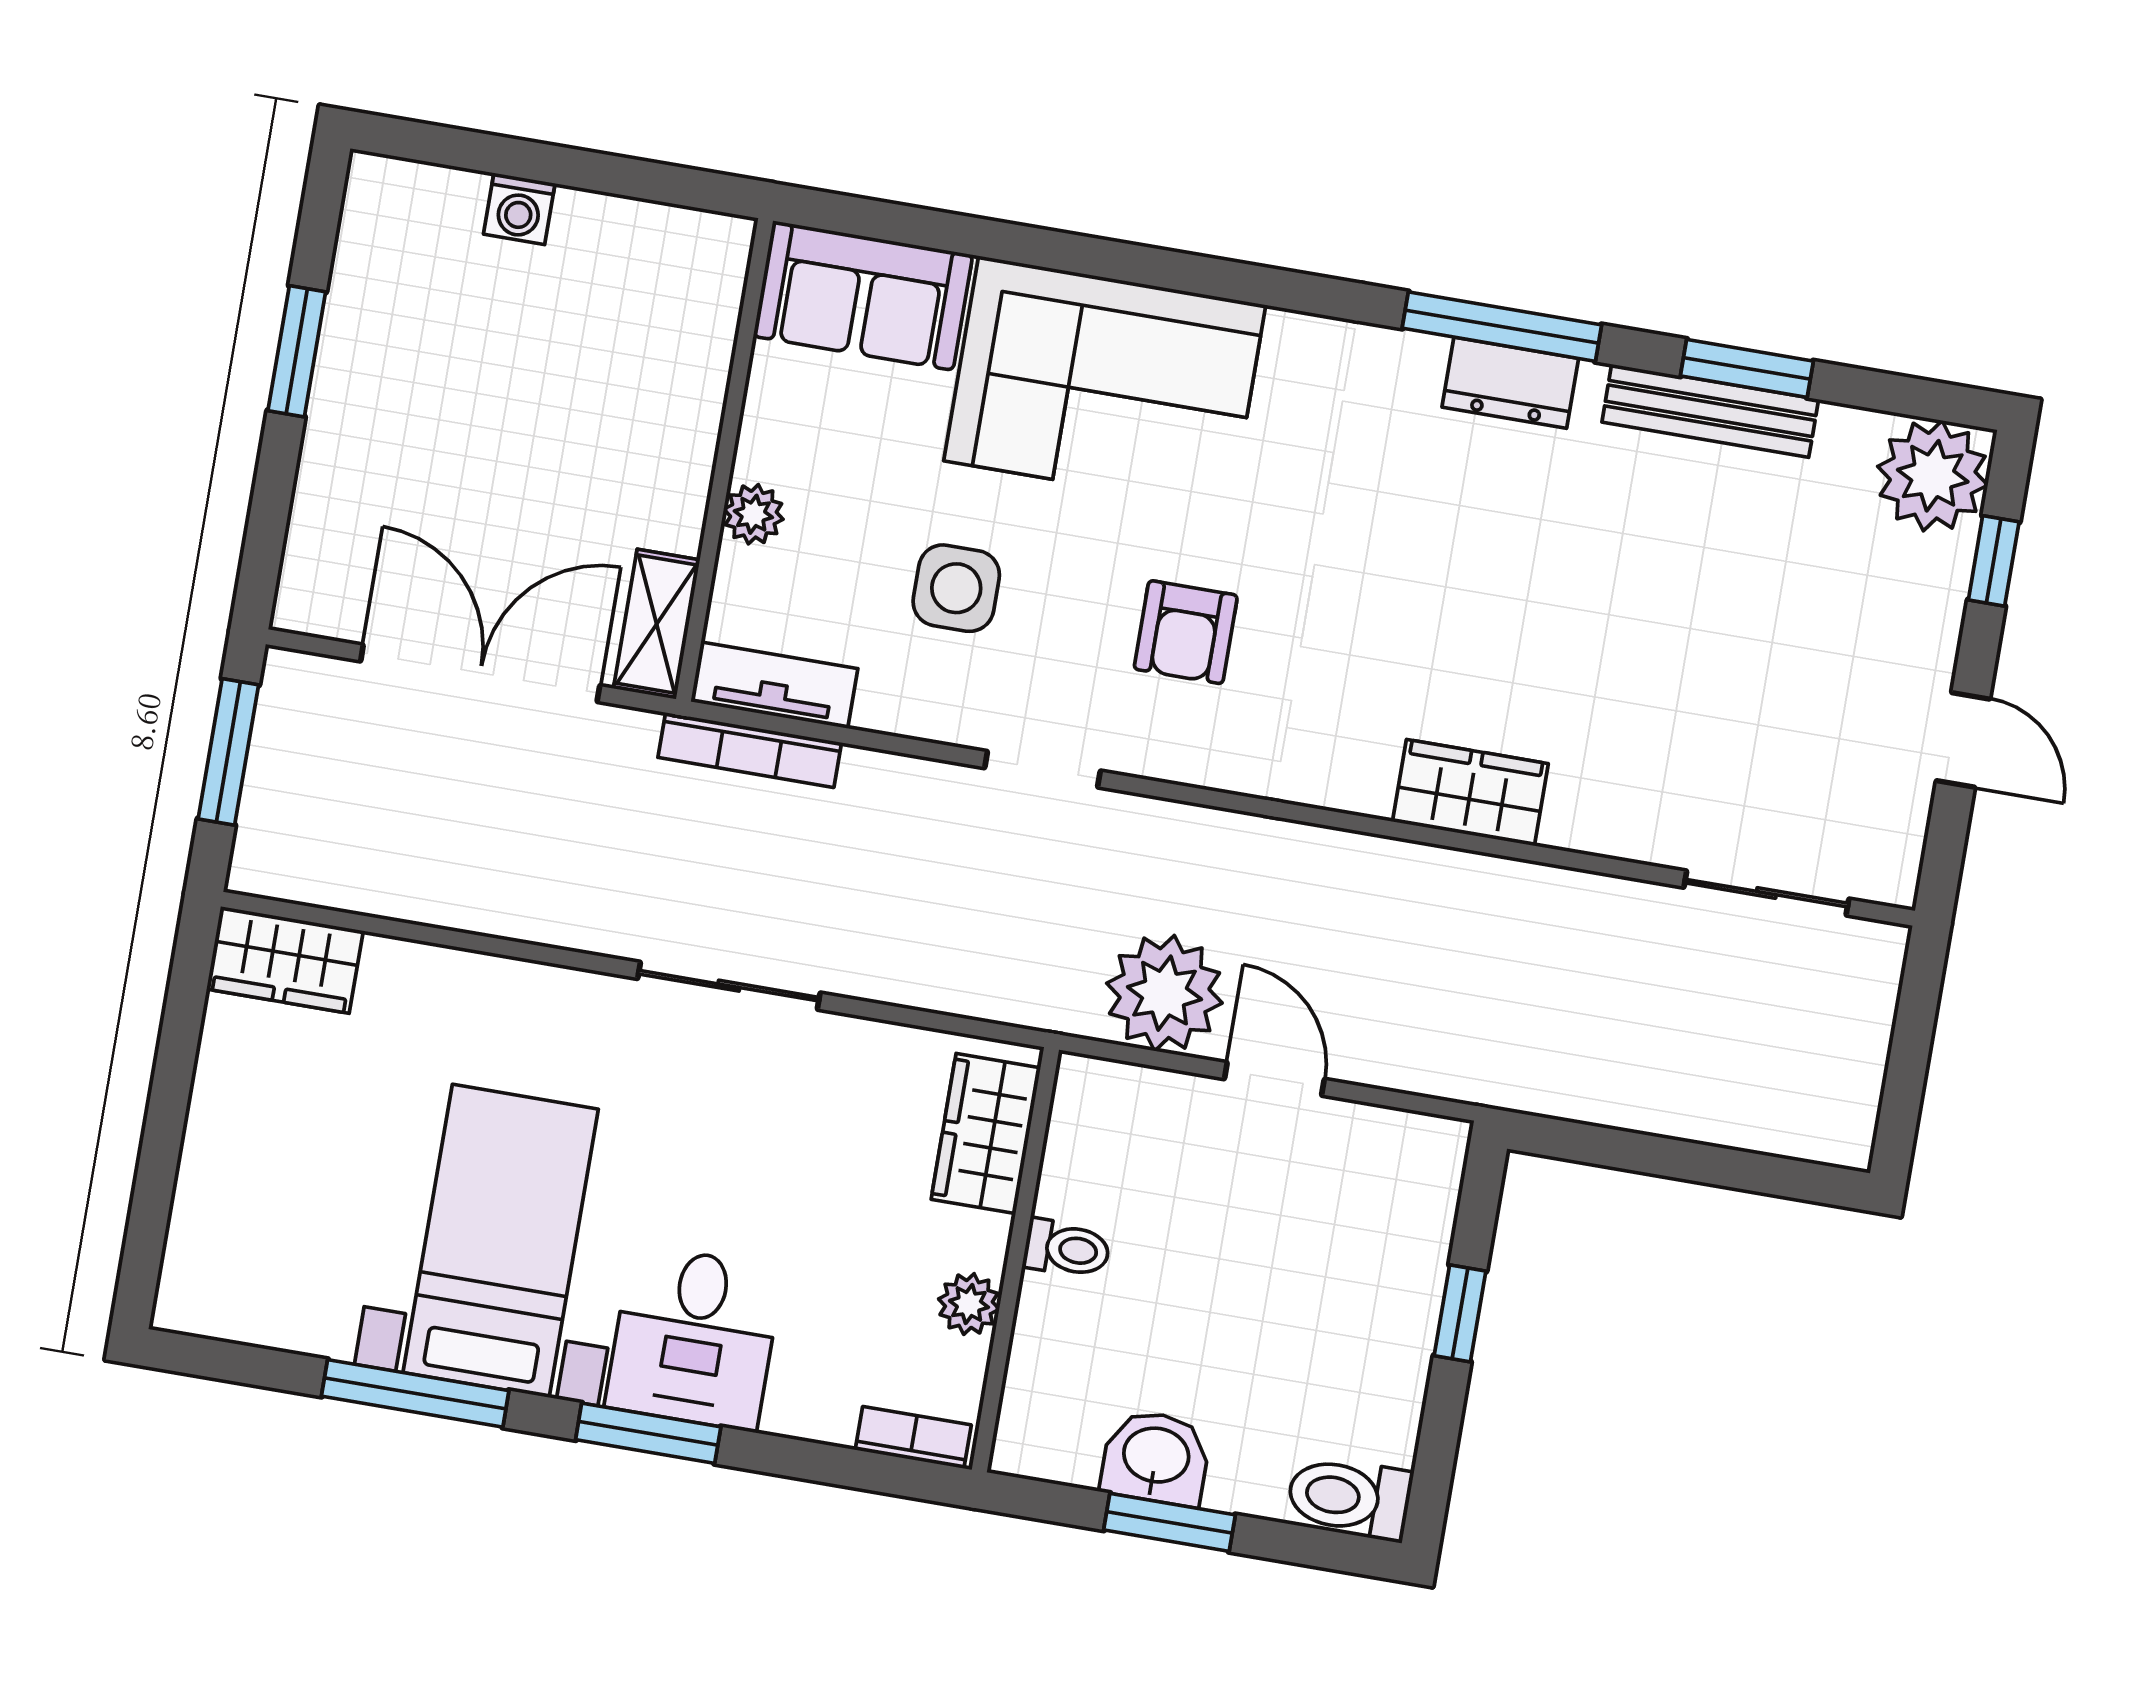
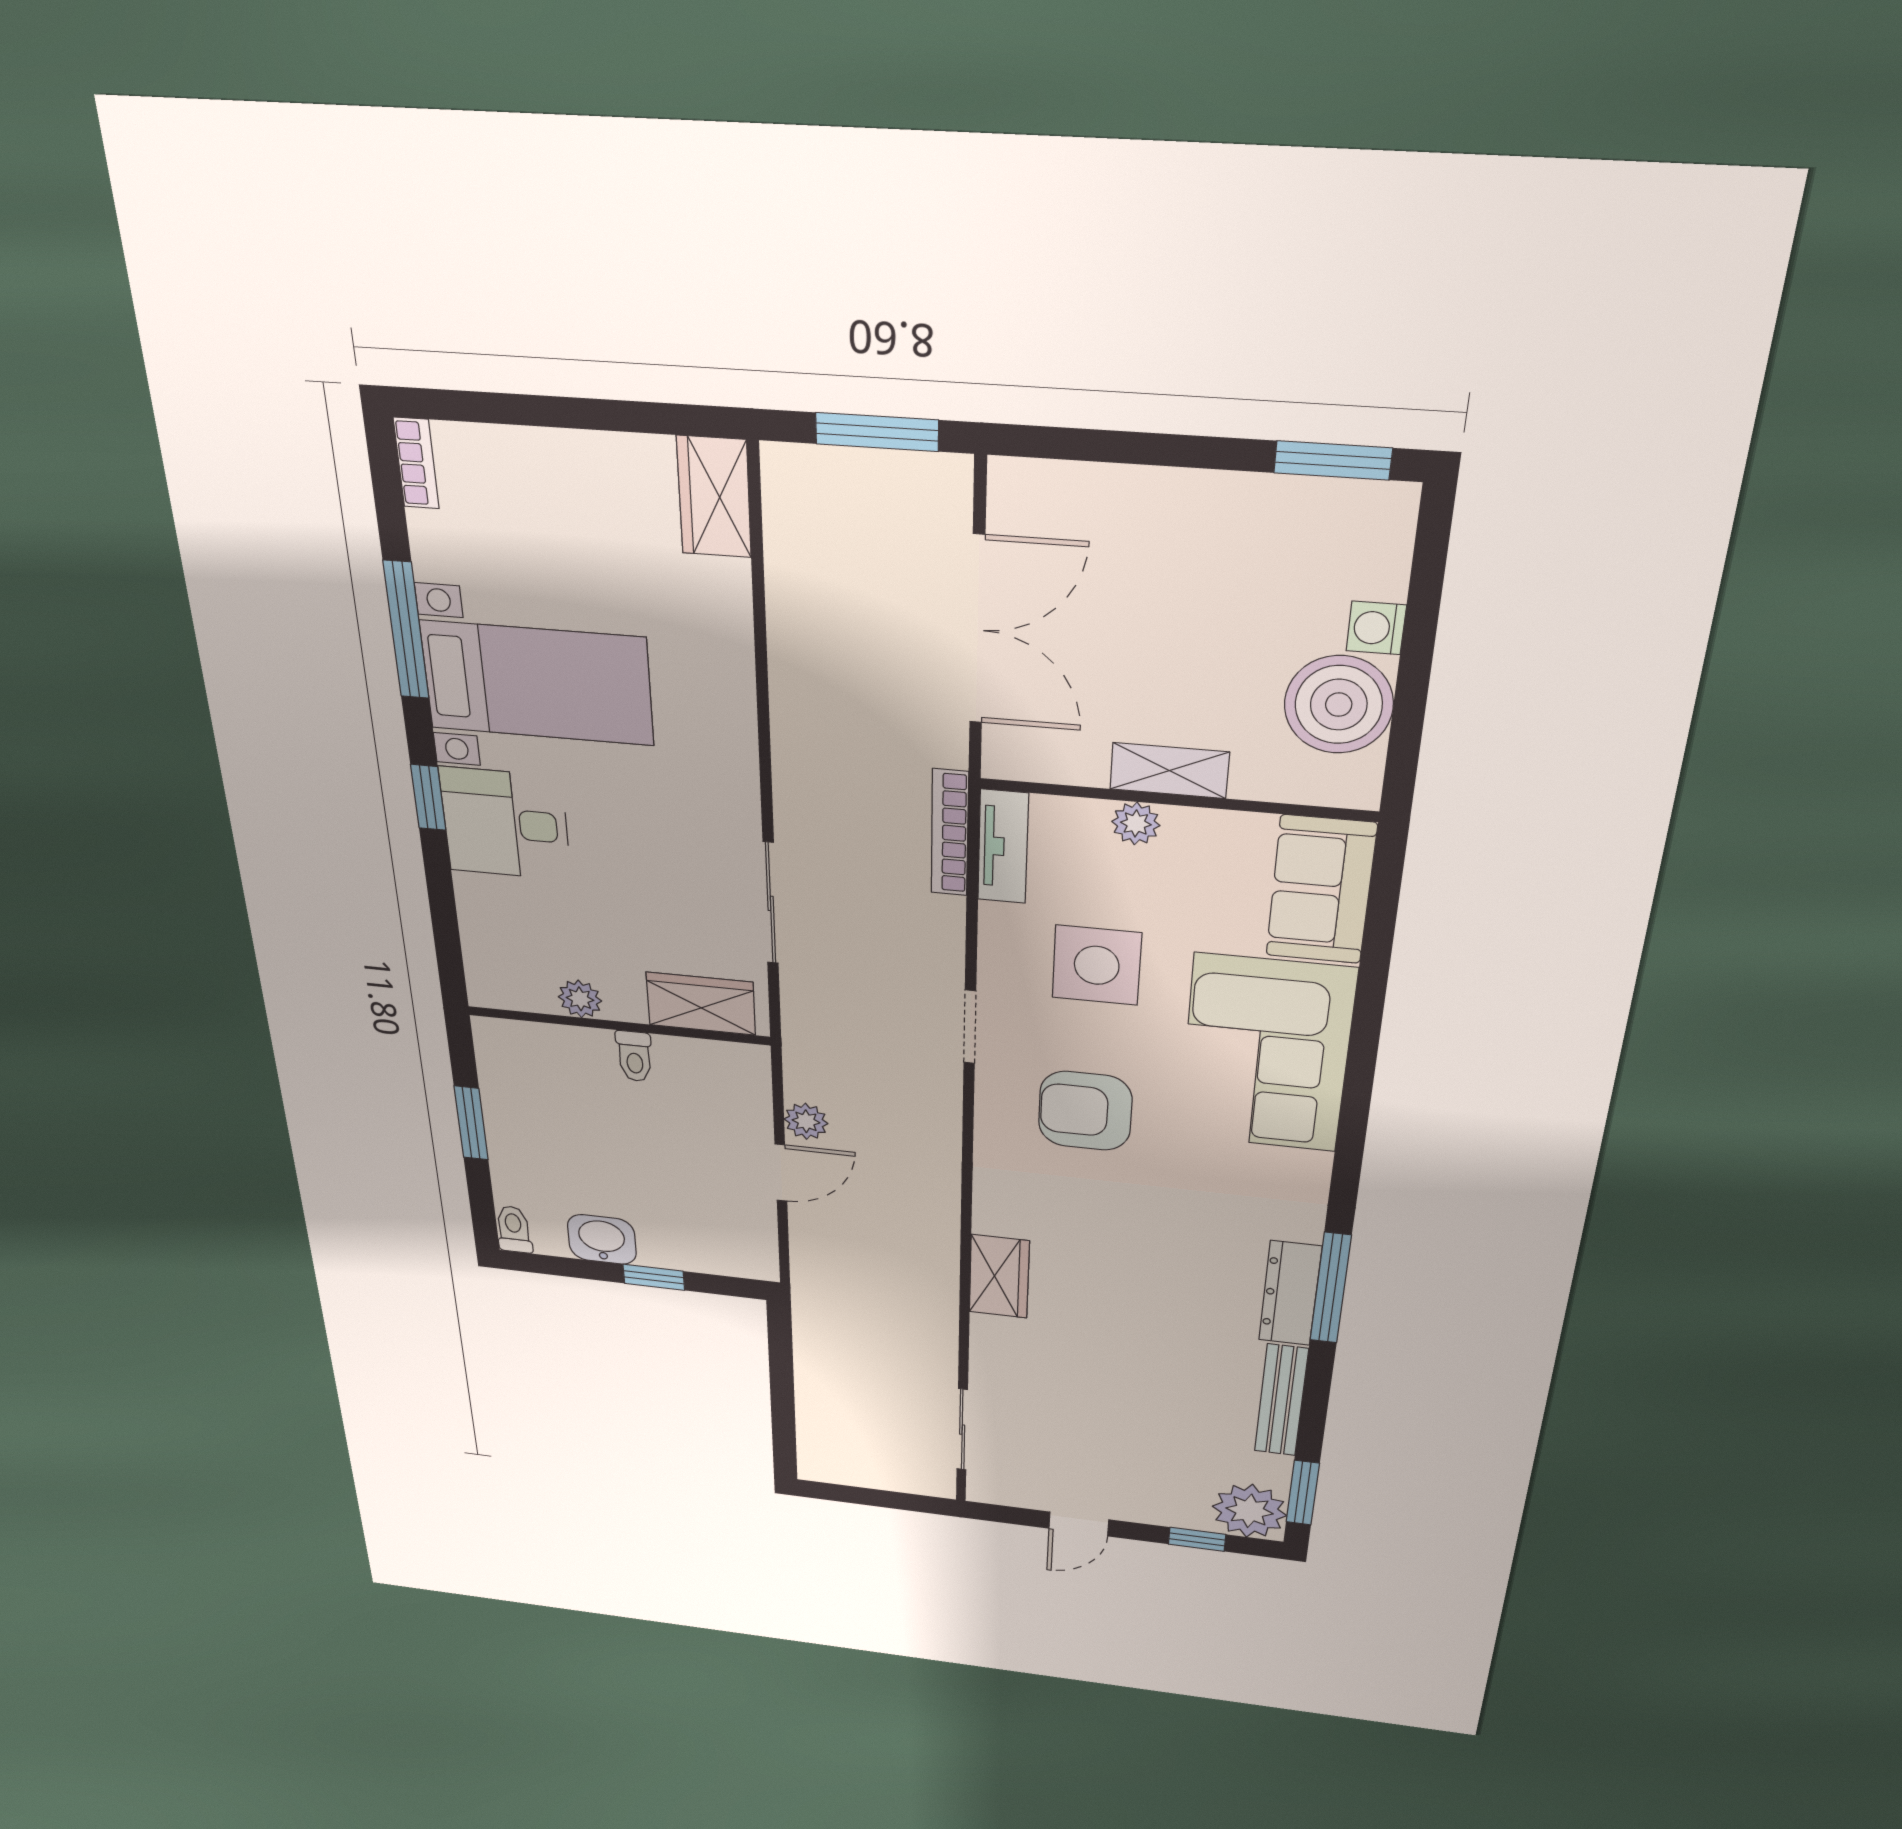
boiler: (613, 257) -> (1339, 705), added
window: (297, 351) -> (1333, 460), moved
window: (1747, 368) -> (1303, 1493), moved
dresser: (1510, 383) -> (1290, 1293), width x1.44
side table: (956, 588) -> (1097, 965), width x1.37, depth x1.37
shelving: (657, 624) -> (1169, 771), moved
armchair: (1186, 632) -> (1085, 1111), width x1.38, depth x1.38
sliding door: (729, 986) -> (771, 903), moved
plant: (1164, 993) -> (806, 1121), width x0.53, depth x0.53
window: (648, 1433) -> (428, 797), width x0.67
bookcase: (913, 1437) -> (416, 463), moved
washbasin: (1156, 1458) -> (602, 1239), moved, turned -90
toilet: (1349, 1498) -> (514, 1229), width x0.73, depth x0.72

